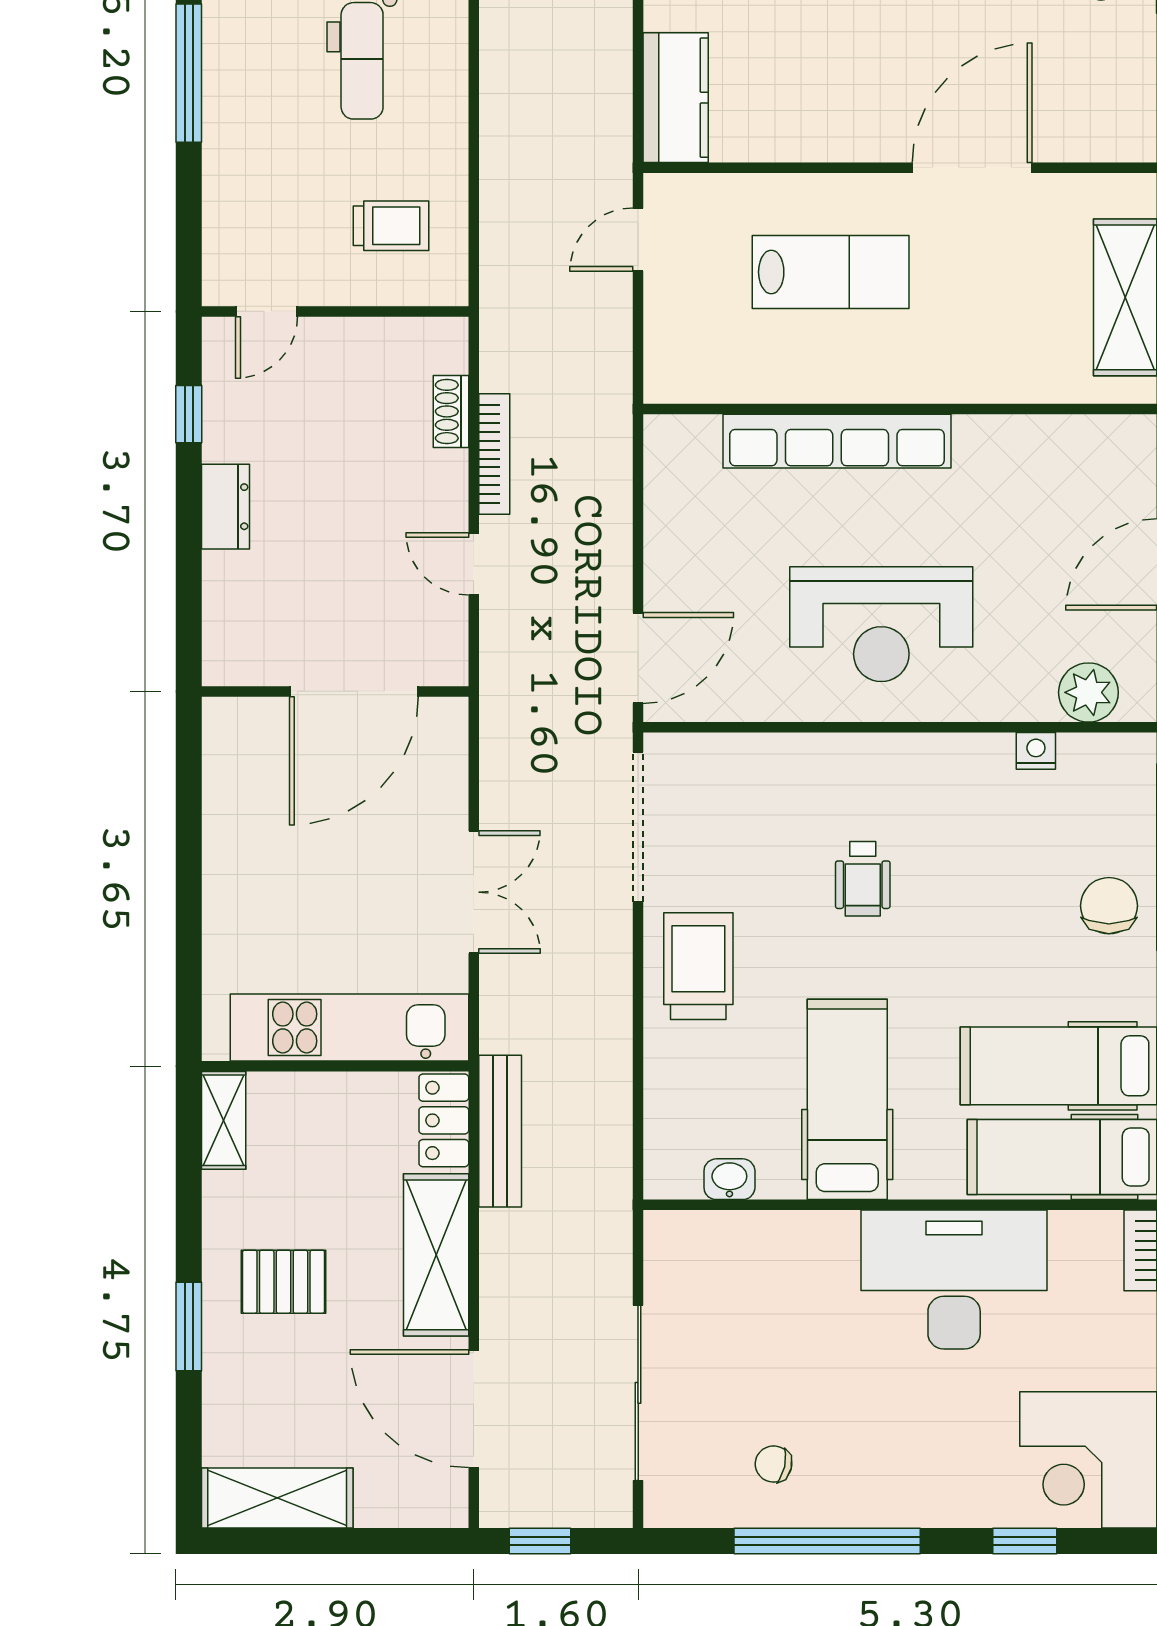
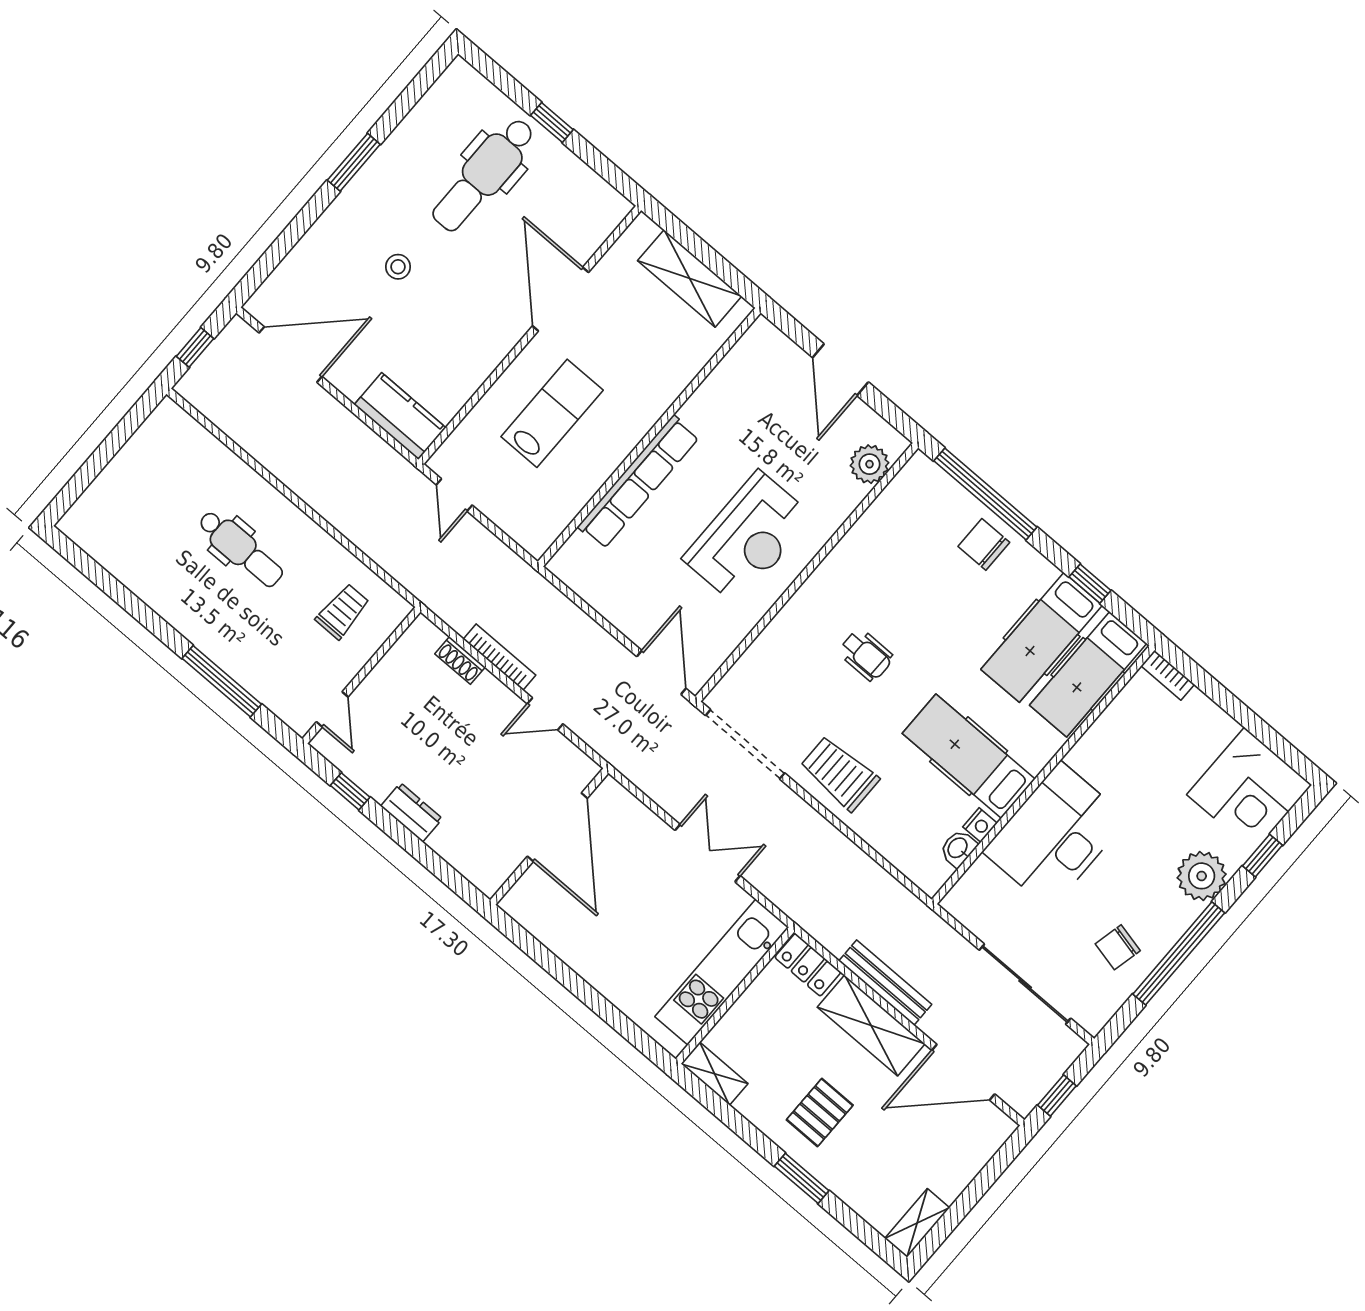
window: (189, 73) -> (222, 681), moved
nightstand: (1036, 751) -> (980, 825), moved, turned 180
bench: (500, 1131) -> (885, 983), moved
desk: (954, 1279) -> (1055, 835), moved
chair: (774, 1464) -> (1118, 947), width x1.37, depth x1.37
plant: (940, 1490) -> (1202, 876), added
shelving: (277, 1498) -> (917, 1223), width x0.67, depth x0.75

